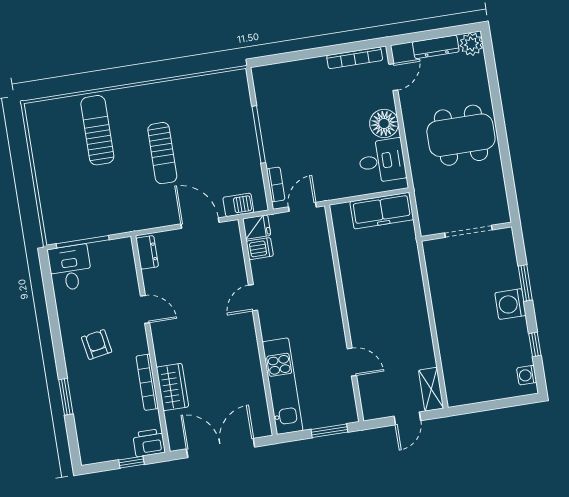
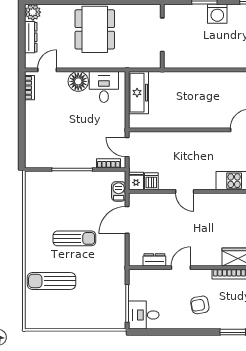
bookcase: (355, 58) -> (30, 88), width x0.64
door: (393, 77) -> (47, 70), hinge flipped
dresser: (147, 252) -> (154, 260), moved

